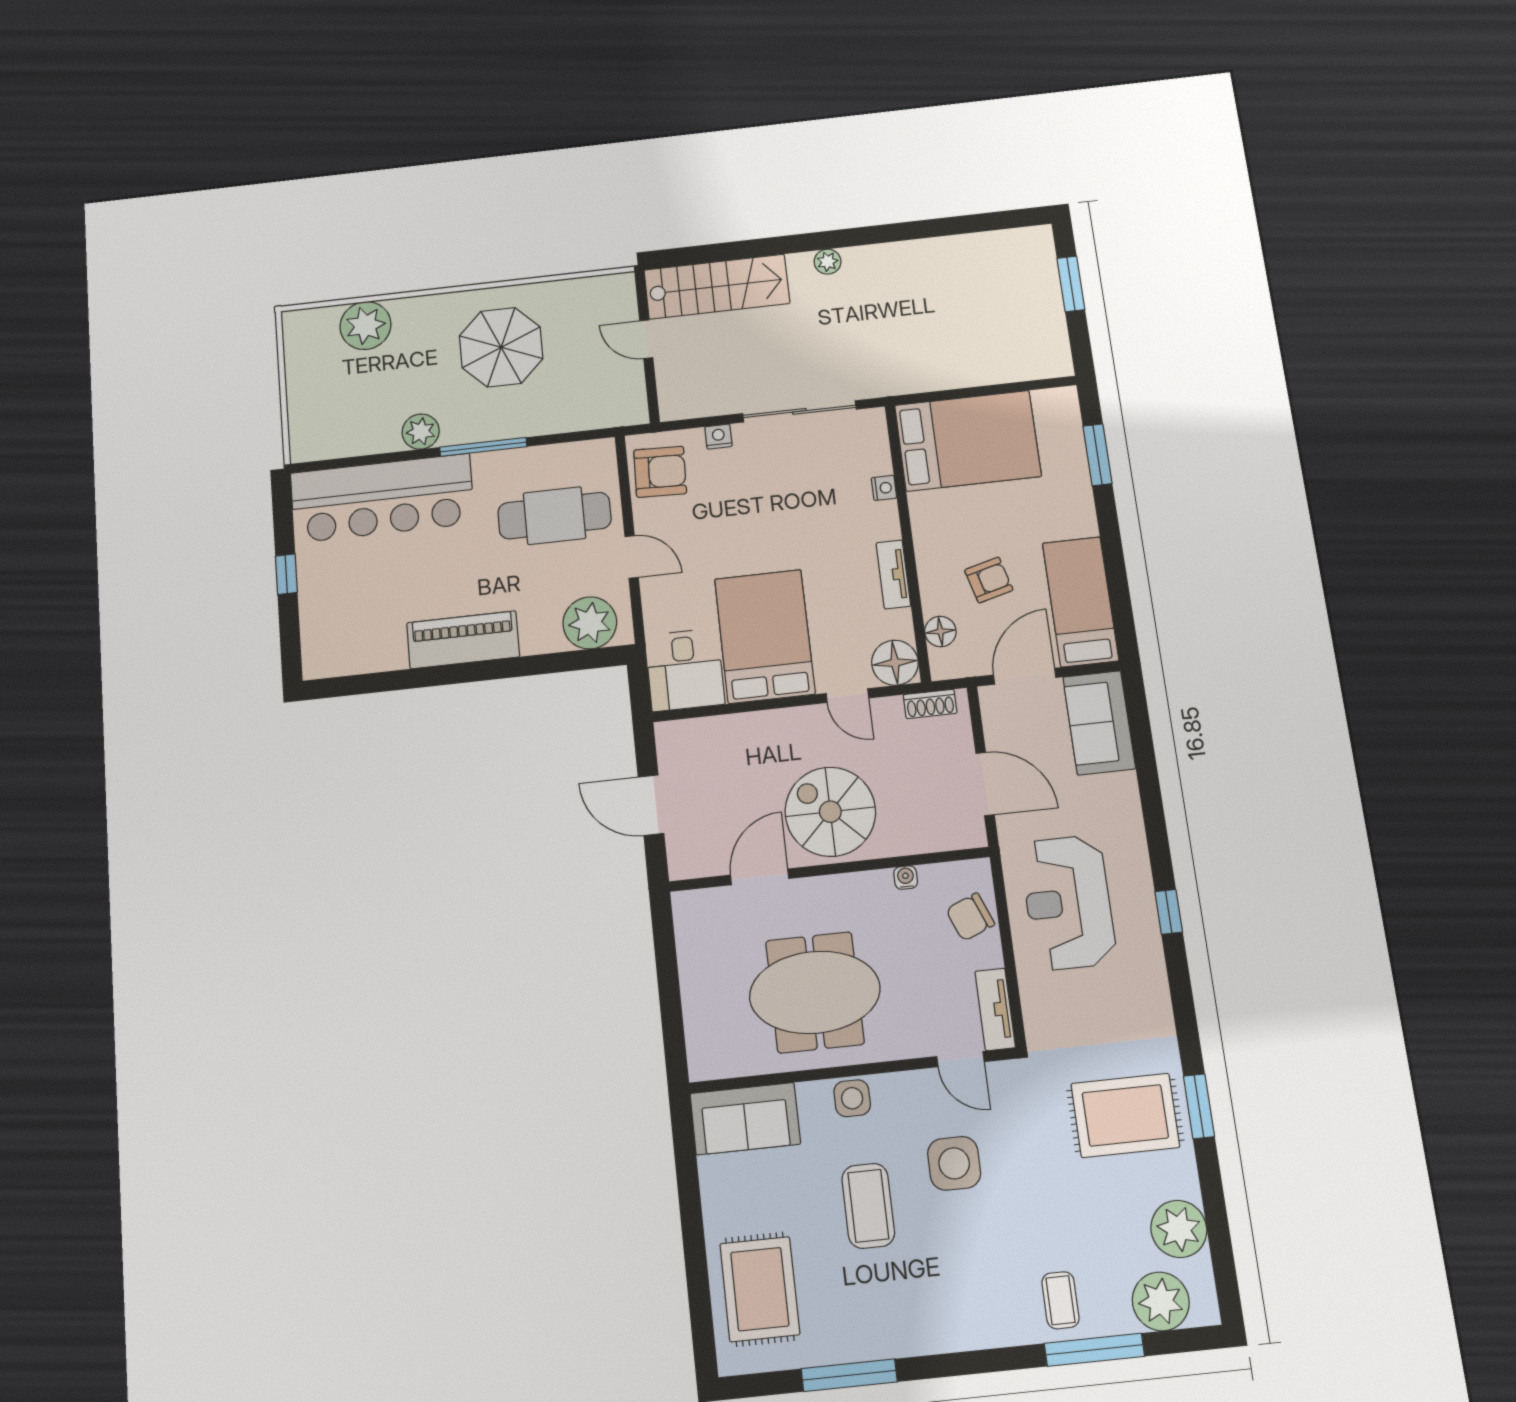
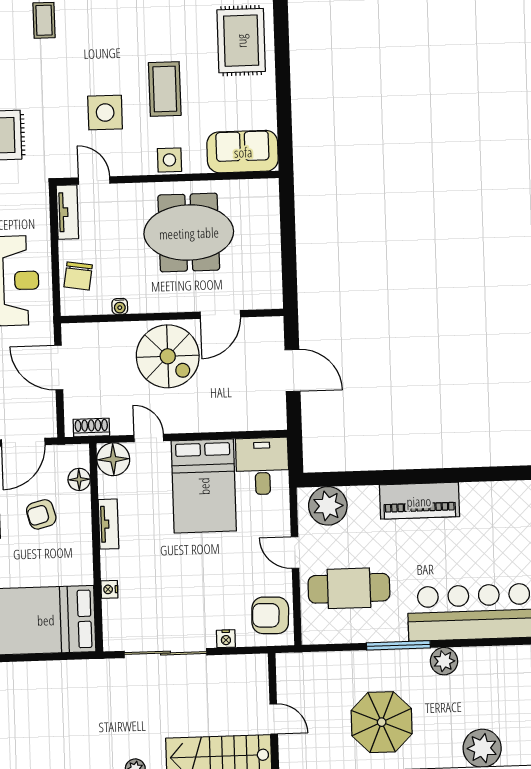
chair: (970, 917) -> (78, 276), turned 121

